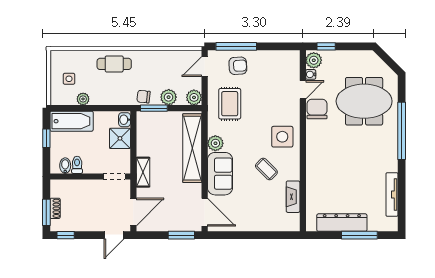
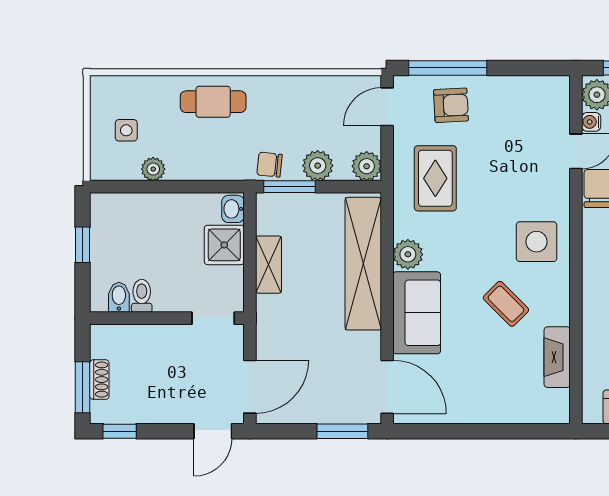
bathtub: (72, 121) -> (131, 212), removed
shelving: (143, 172) -> (268, 265), moved

